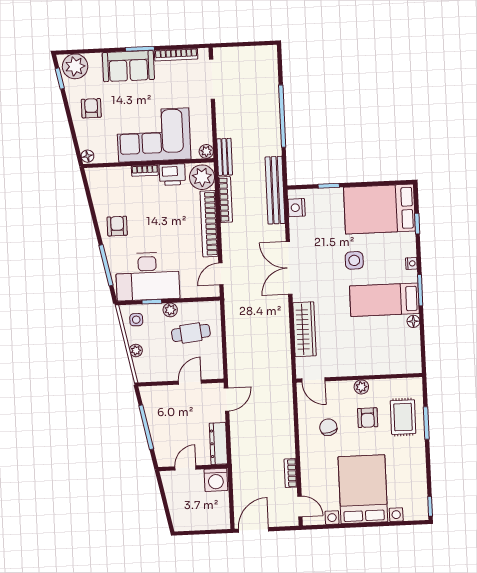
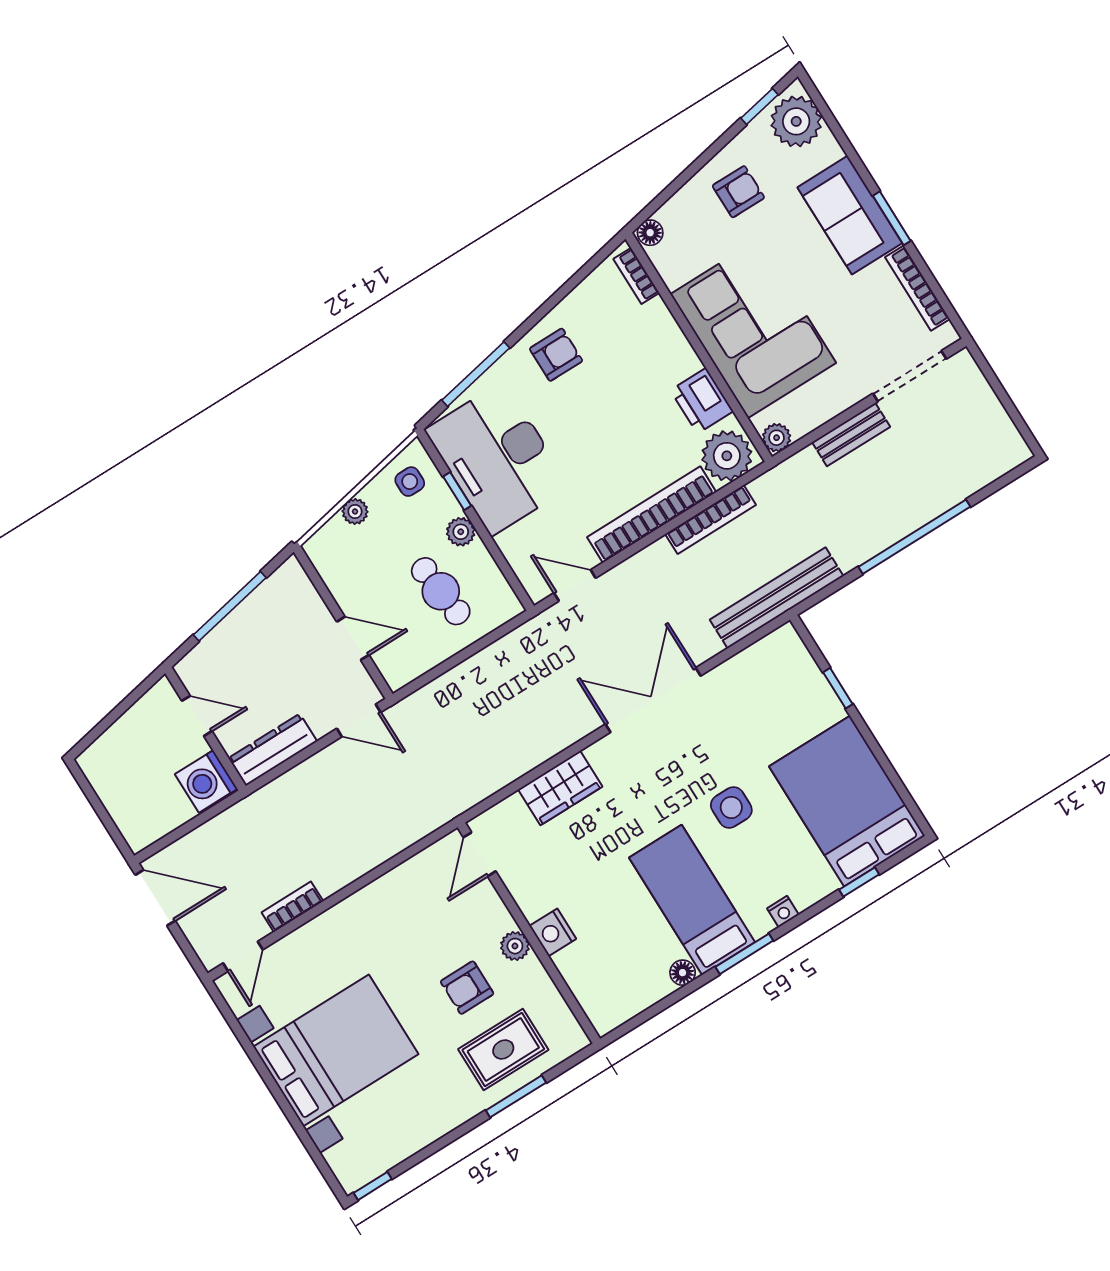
bench: (225, 157) -> (851, 435), moved
bookcase: (145, 171) -> (636, 276), moved
nightstand: (297, 208) -> (553, 932), moved, turned -90
wardrobe: (304, 329) -> (560, 788), width x0.67
chair: (328, 427) -> (411, 928), removed

